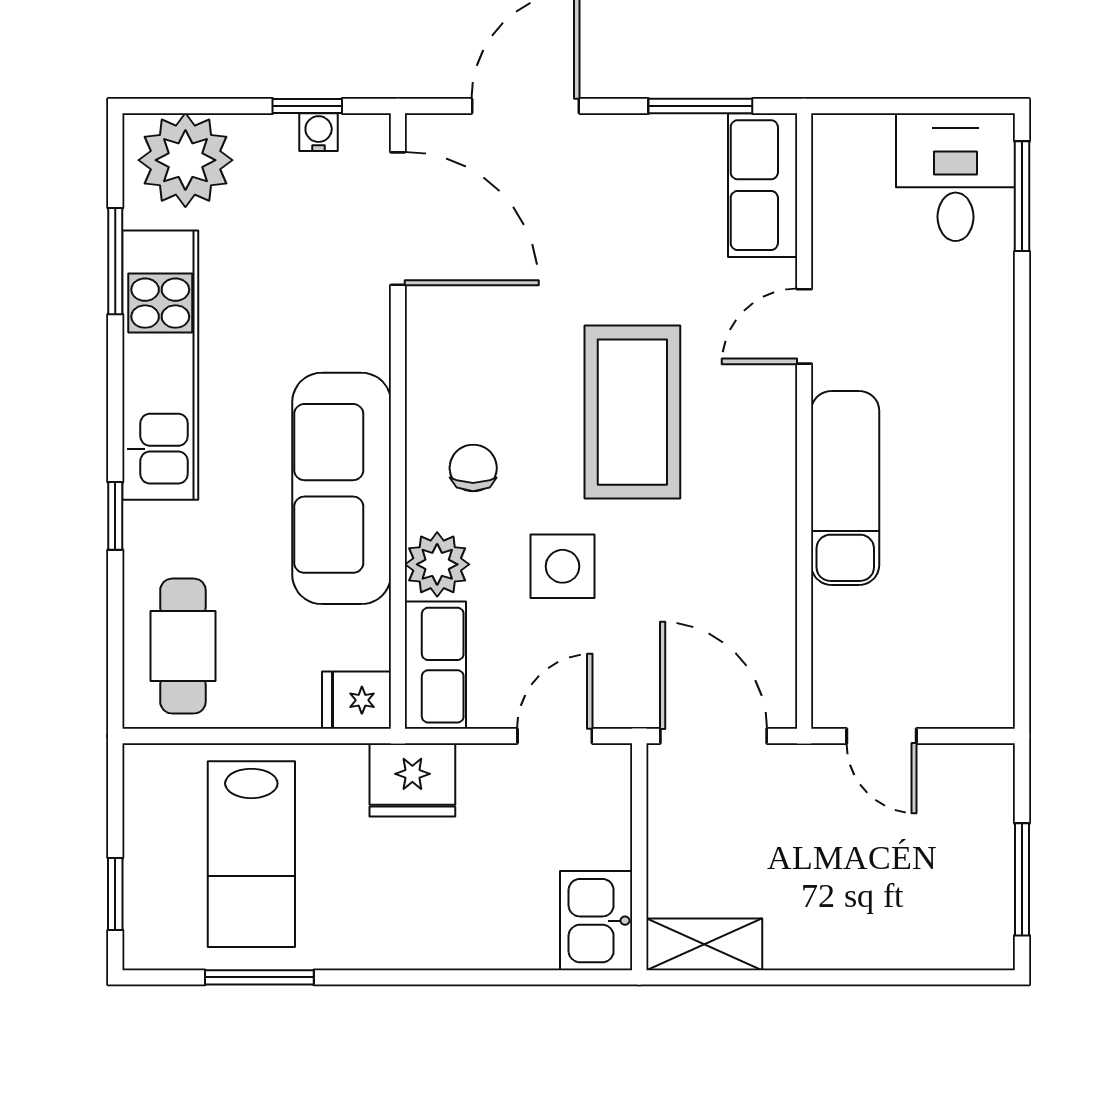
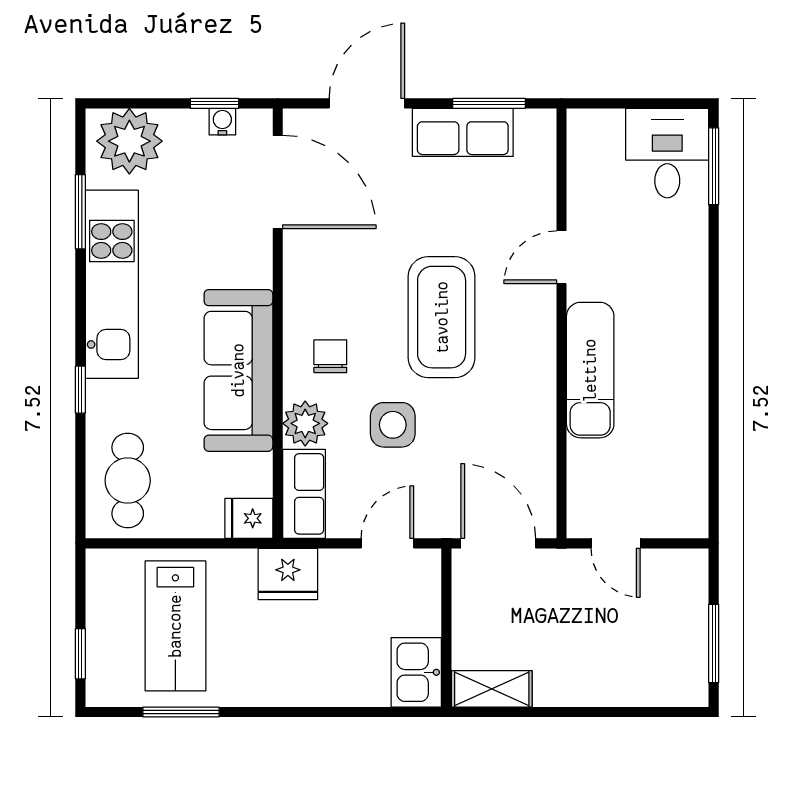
row of seats: (763, 185) -> (463, 132), moved, turned -90

